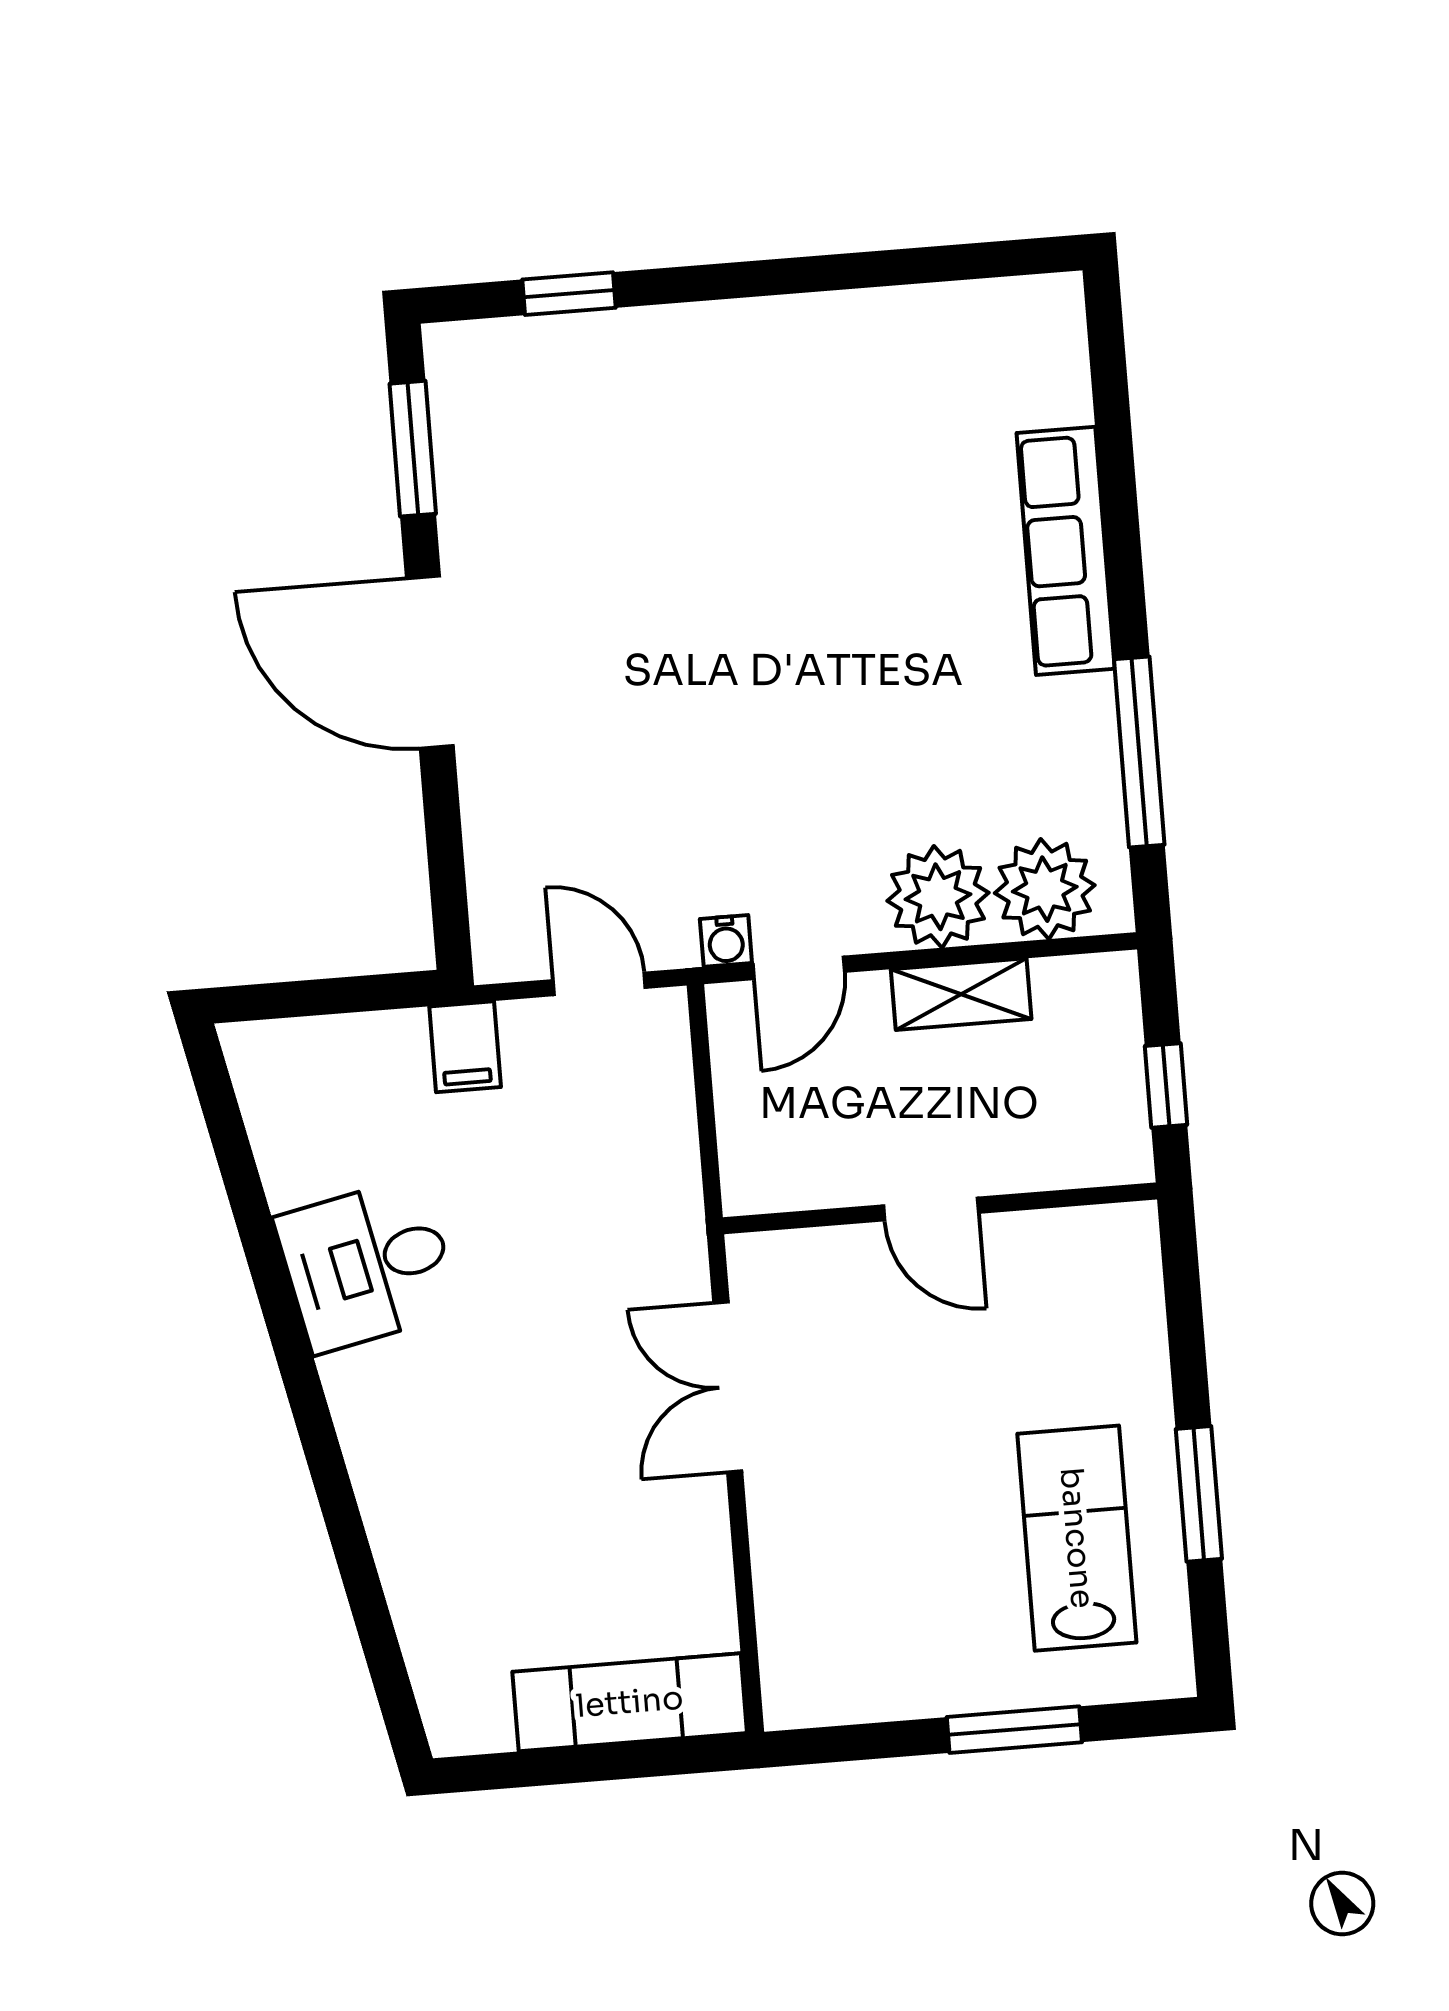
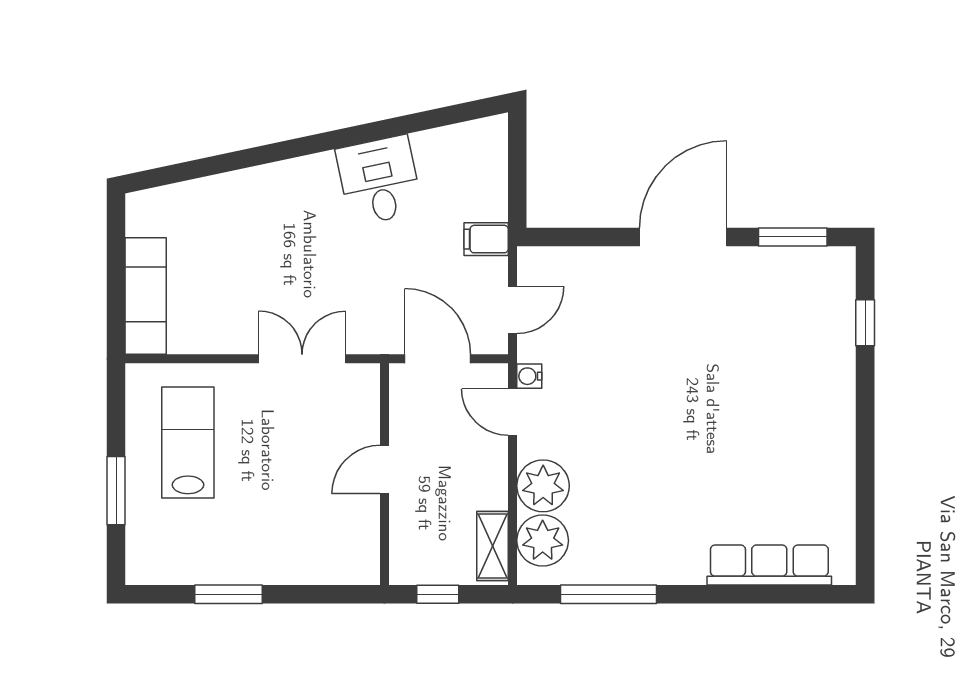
row of seats: (1066, 551) -> (769, 565), moved
shelving: (961, 994) -> (493, 546), moved
door: (706, 1123) -> (438, 359), added
lab bench: (1077, 1538) -> (188, 443), moved, turned -90

